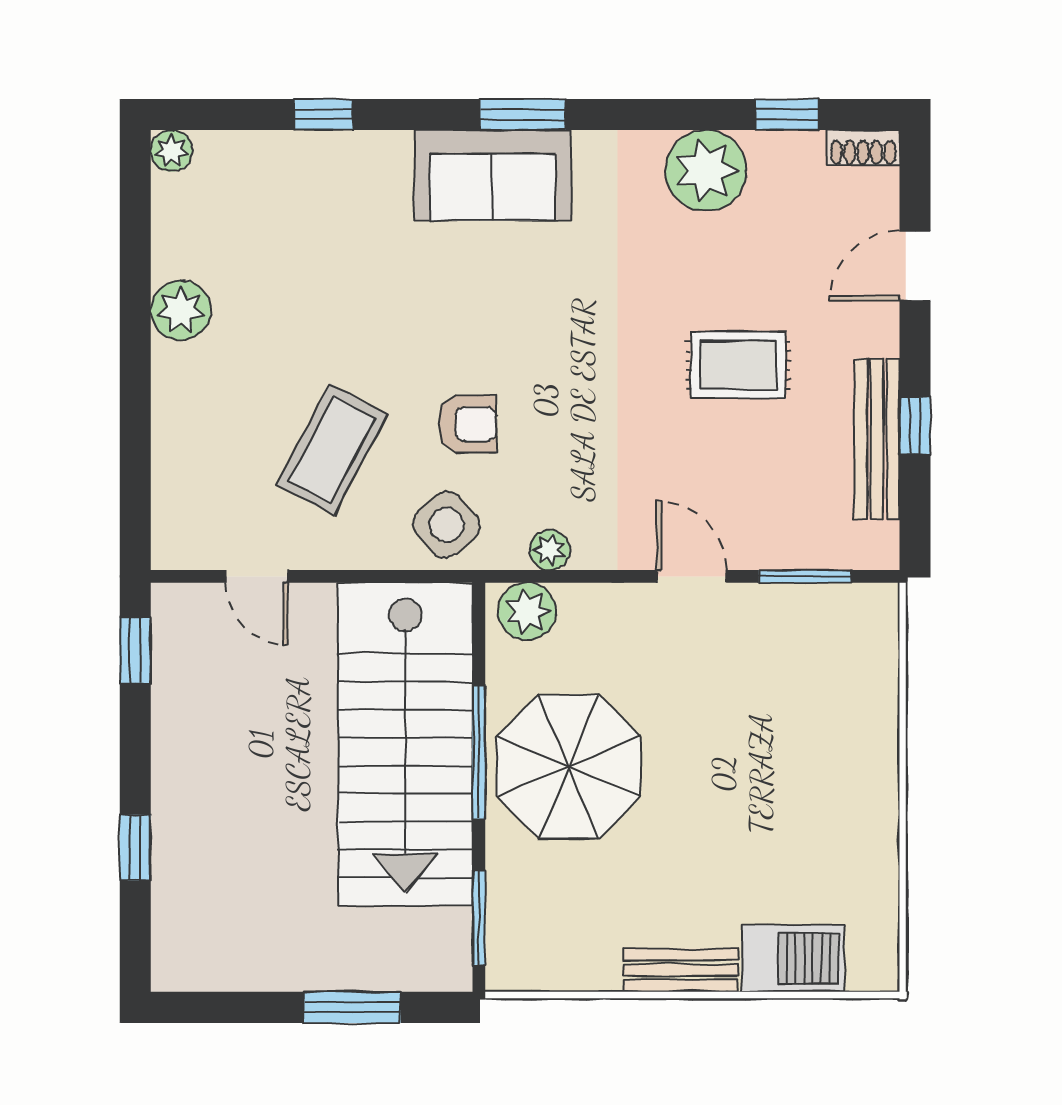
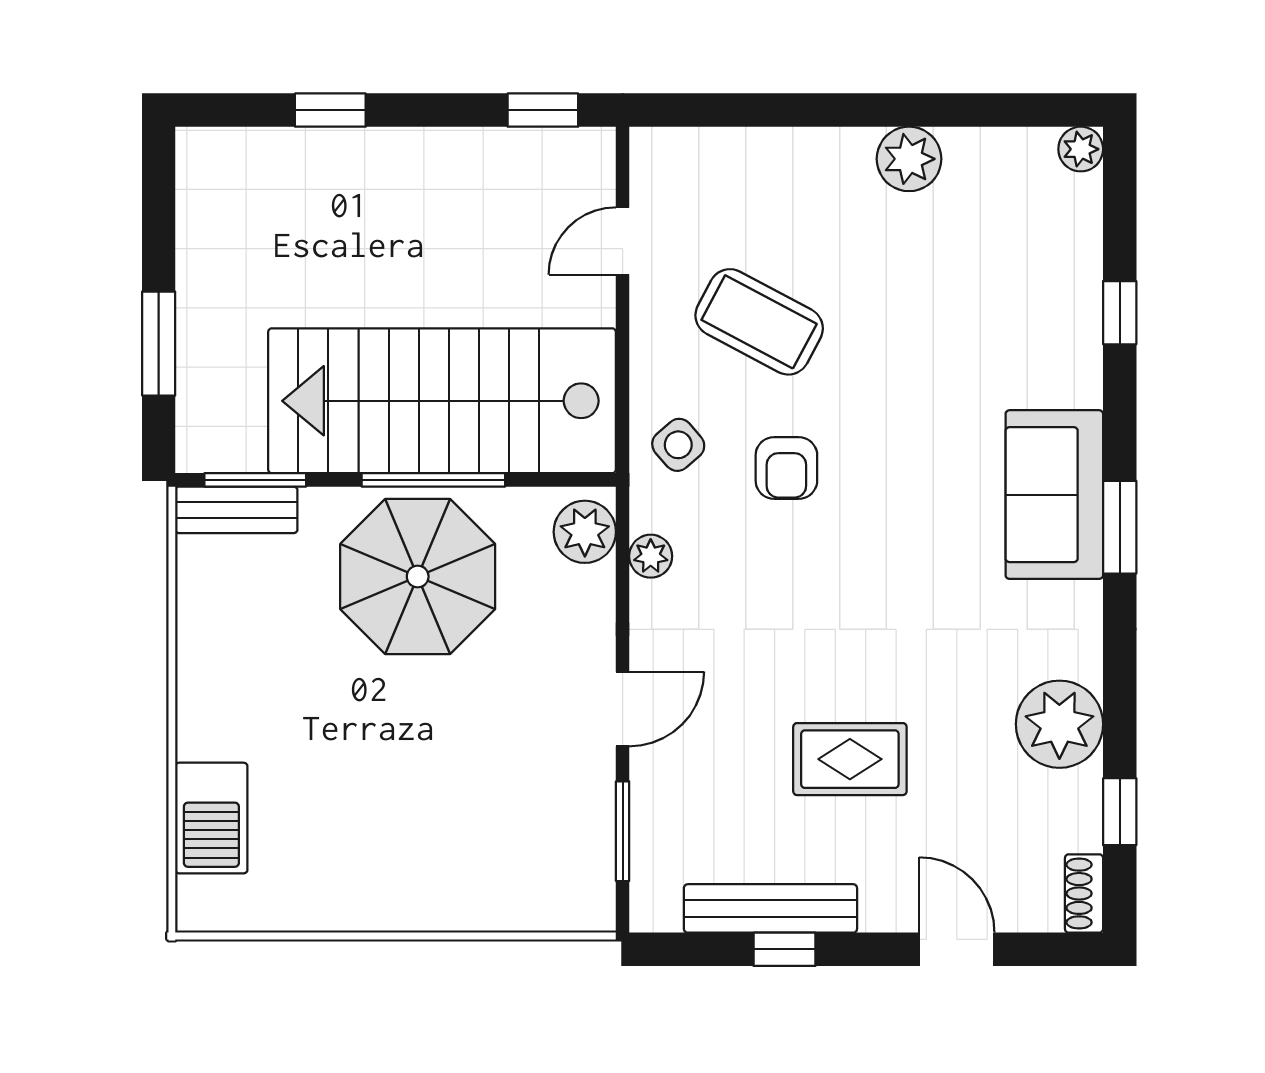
rug: (738, 365) -> (850, 759), turned 90
side table: (446, 525) -> (678, 445), width x0.73, depth x0.73
bench: (681, 970) -> (236, 510), moved, turned 90

